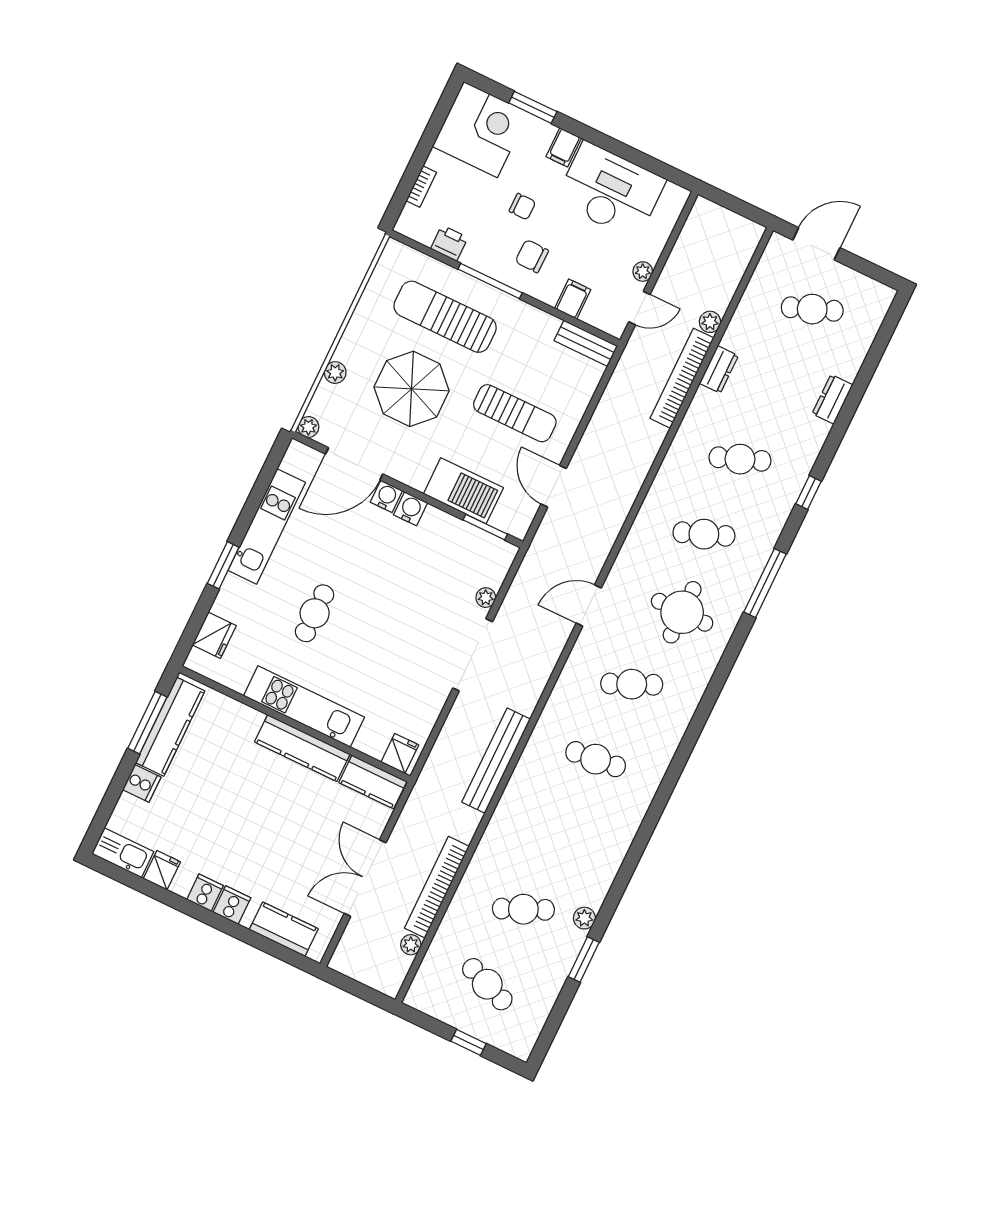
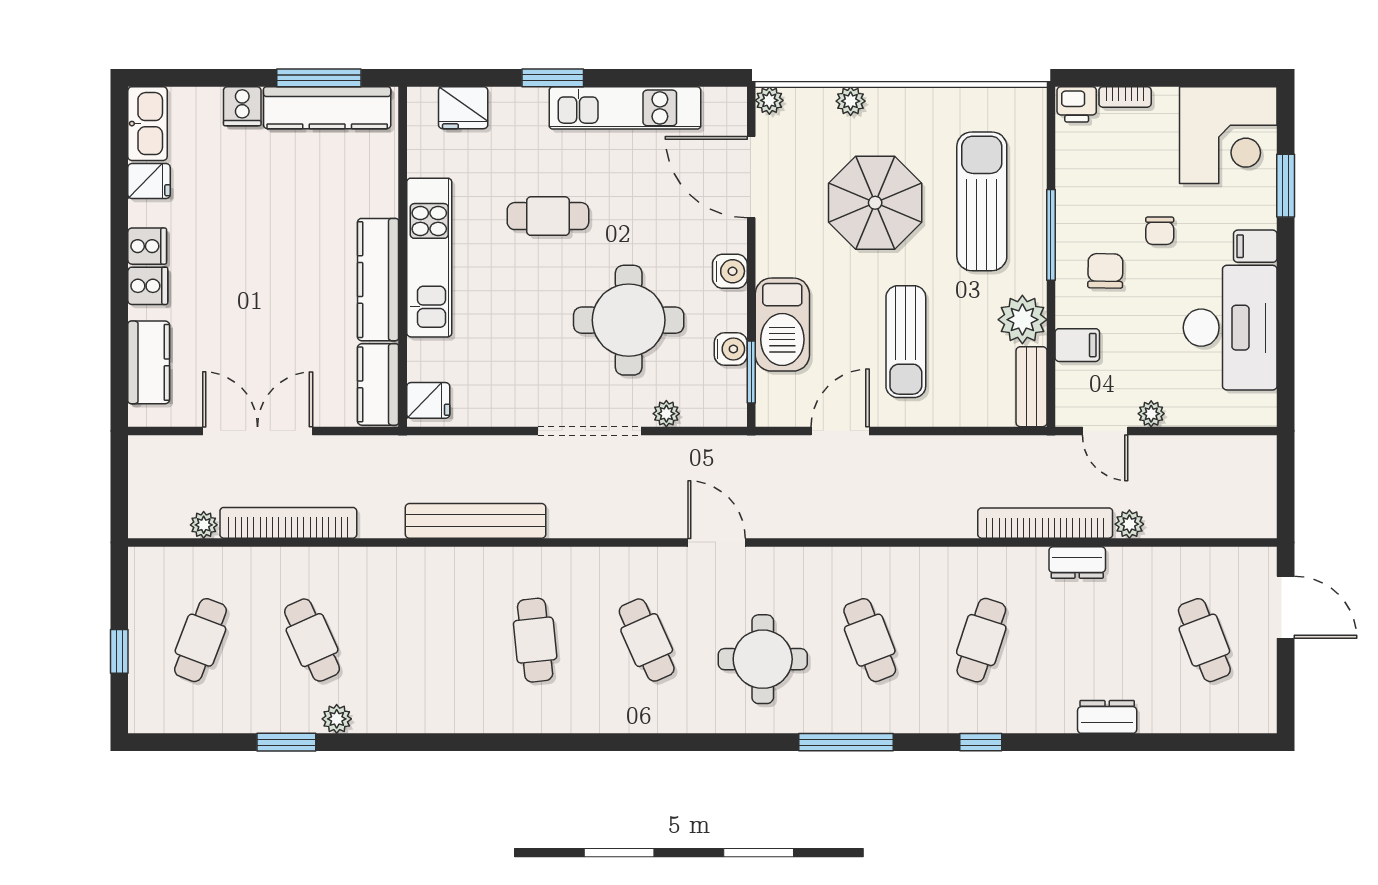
printer: (449, 243) -> (1077, 104), moved, turned 90
plant: (538, 328) -> (1022, 320), added
cafe table: (740, 459) -> (981, 640), turned 39
water cooler: (386, 496) -> (731, 349), moved
round table: (411, 593) -> (629, 320), added

